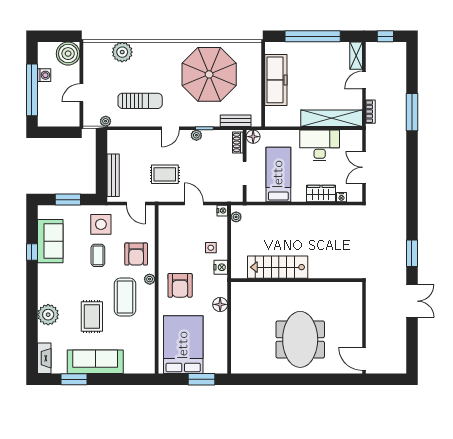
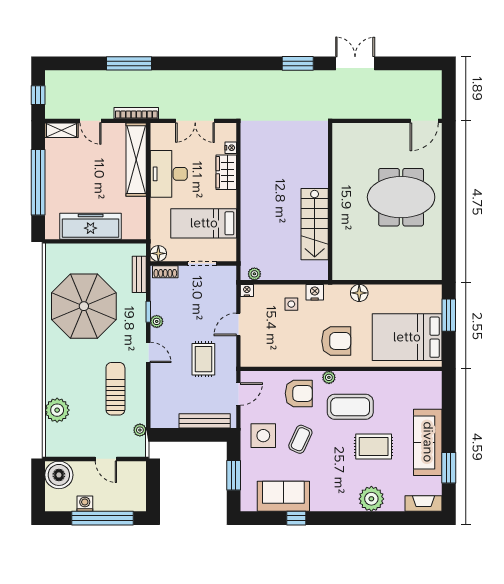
bookcase: (370, 112) -> (136, 113), width x1.56
coffee table: (98, 255) -> (300, 439), turned -65

